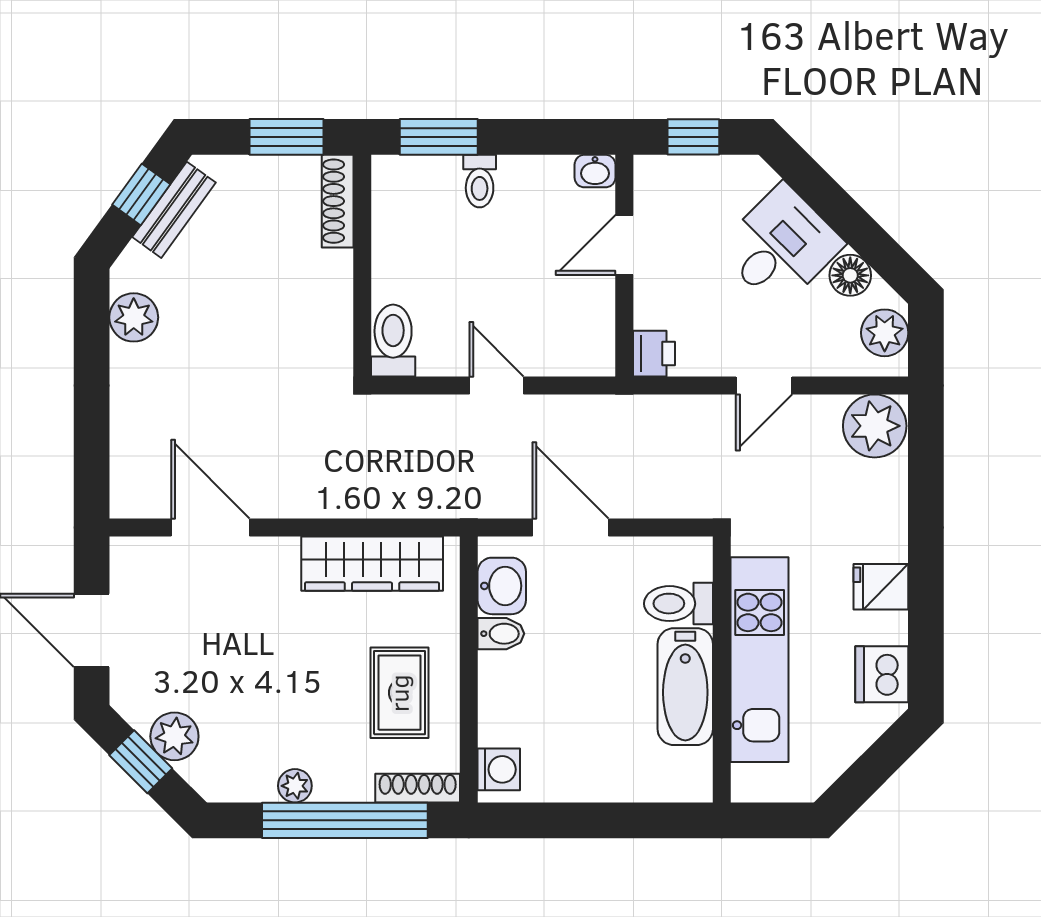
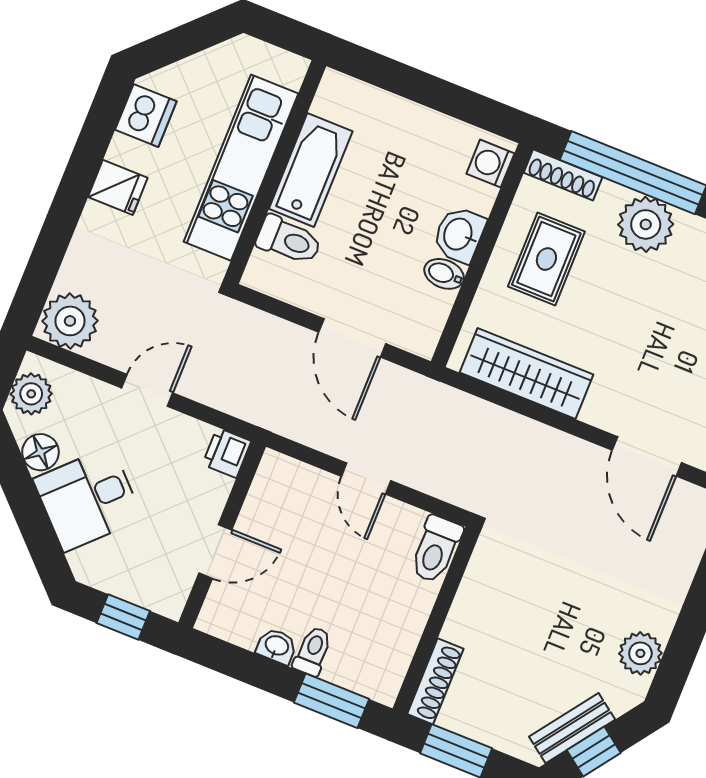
washbasin: (595, 171) -> (277, 646), moved
washbasin: (502, 586) -> (459, 235), moved
plant: (295, 786) -> (646, 224), width x1.88, depth x1.88

